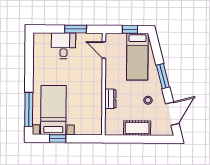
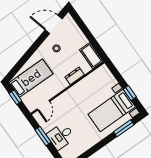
window: (163, 76) -> (32, 50), removed
window: (29, 109) -> (124, 128), width x0.69
cot: (137, 128) -> (91, 56), moved

